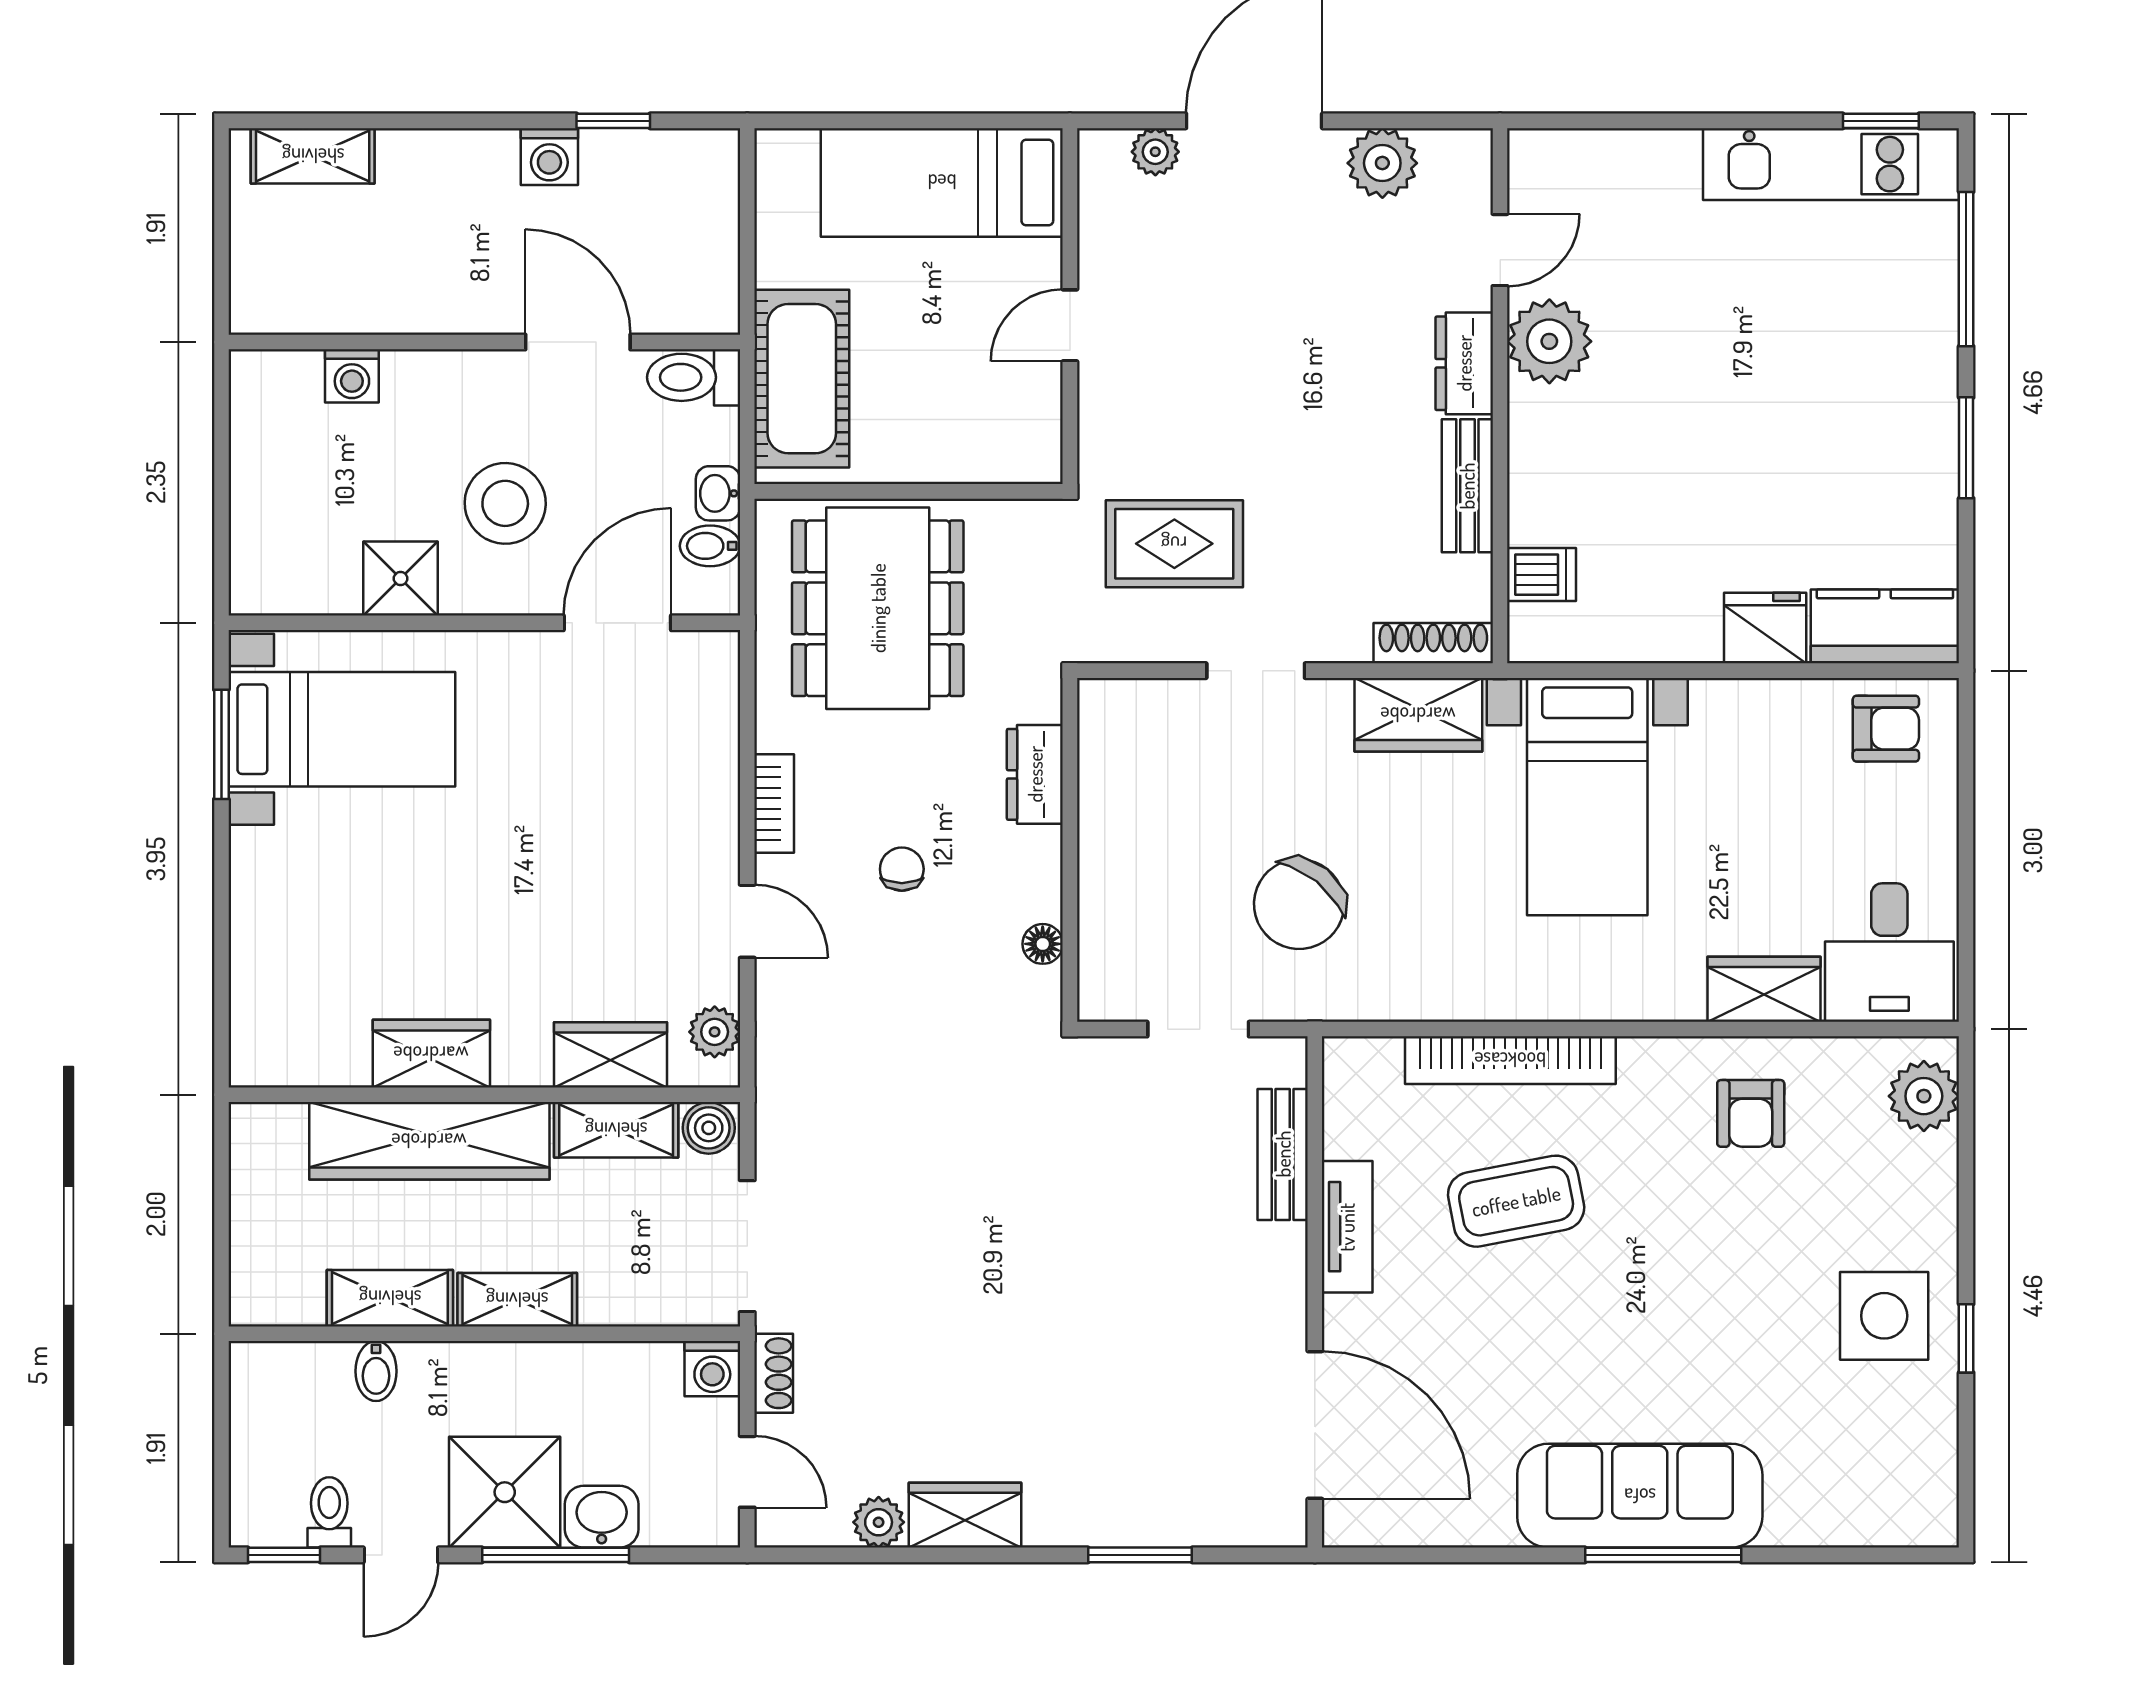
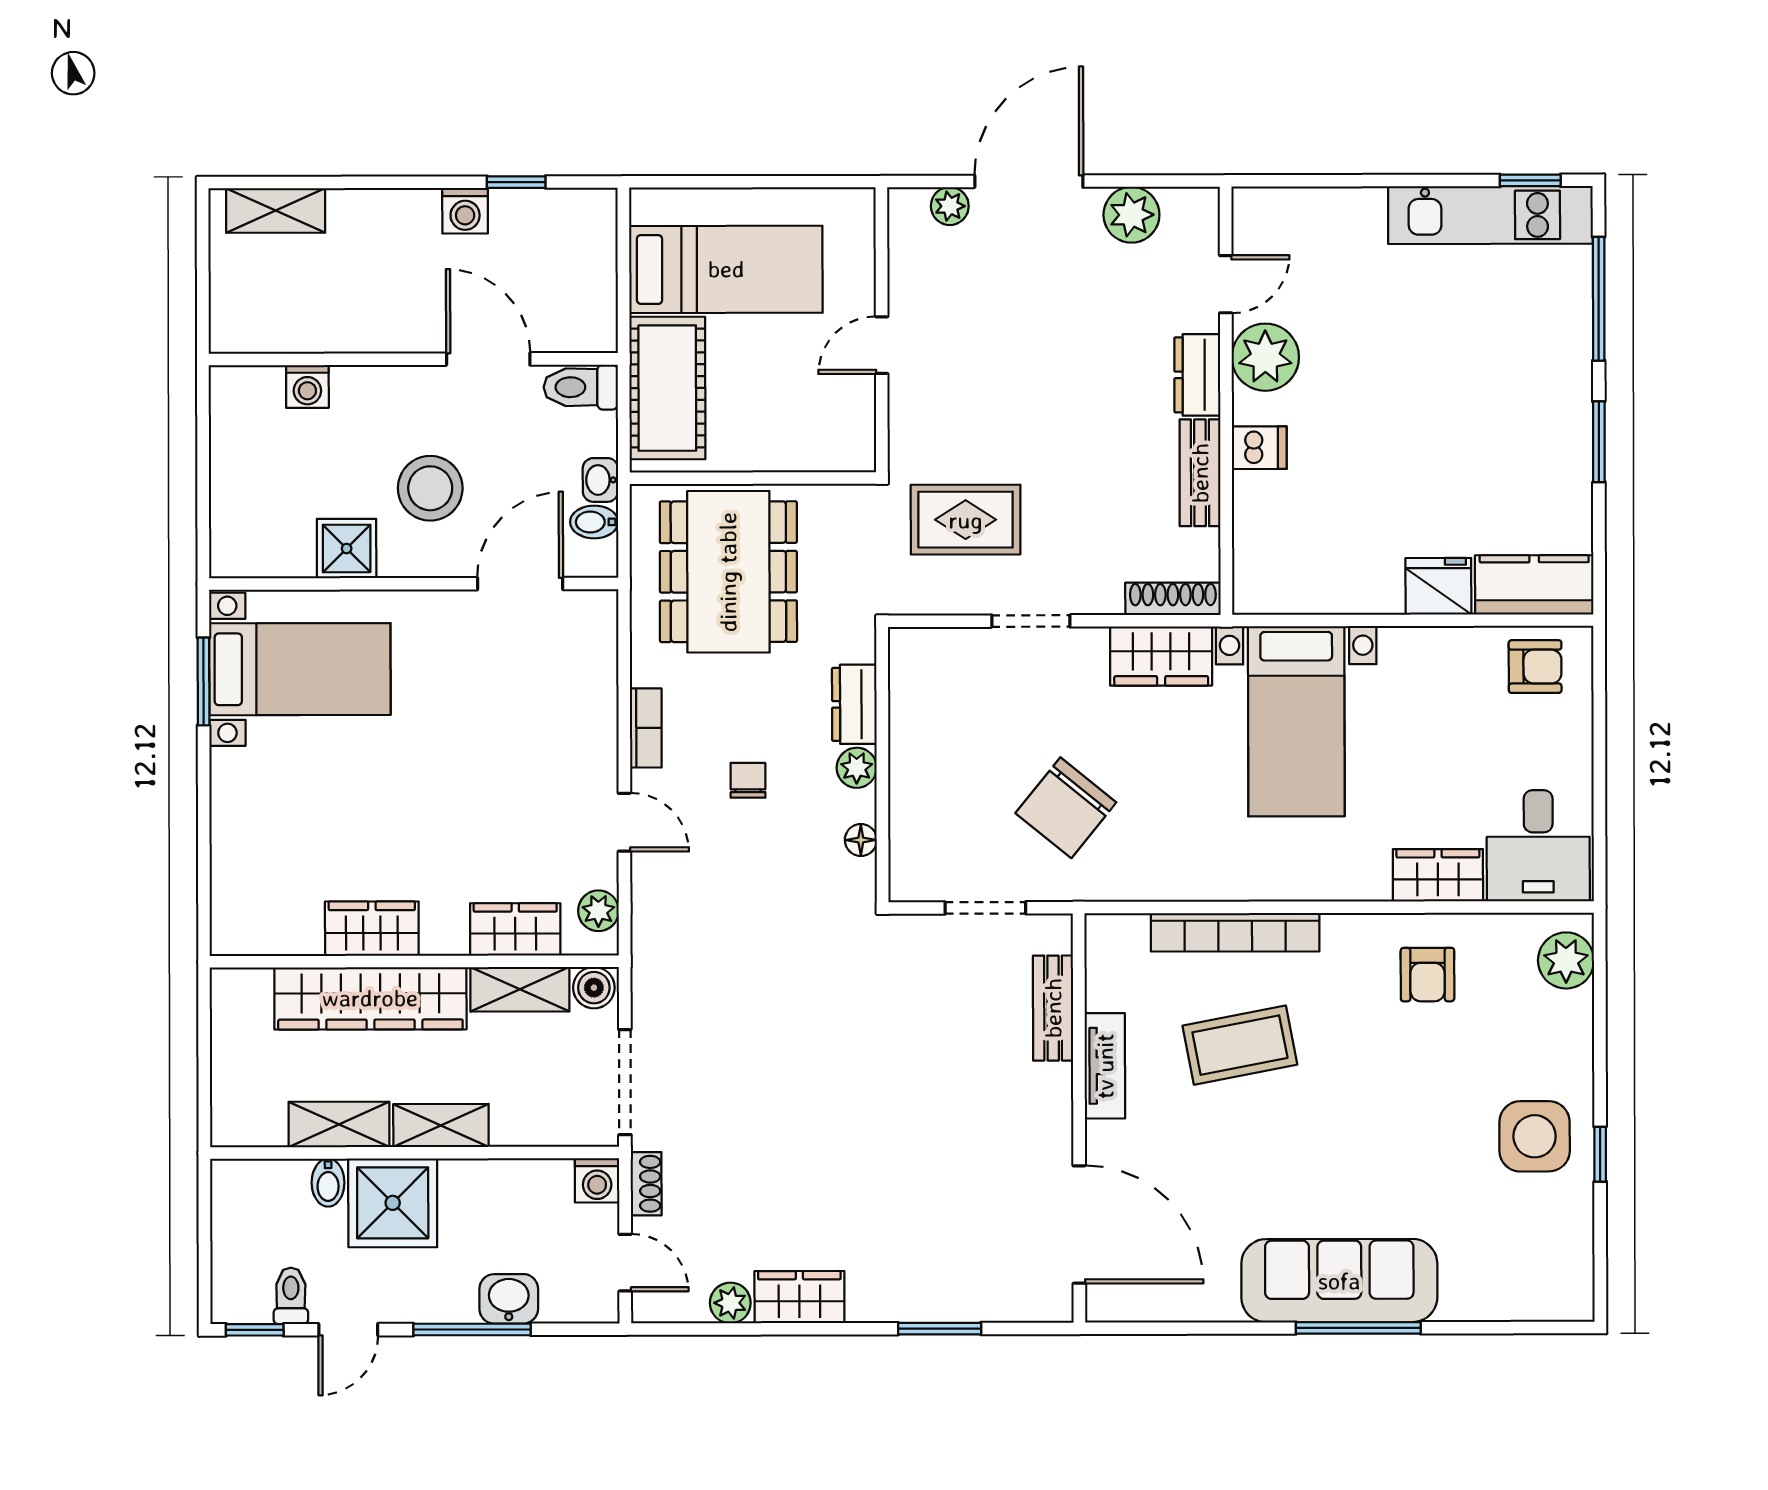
bed: (942, 182) -> (726, 269), moved, turned 180
dishwasher: (1542, 575) -> (1259, 448), moved
plant: (1038, 854) -> (857, 768), added
shower: (505, 1492) -> (393, 1203), moved

